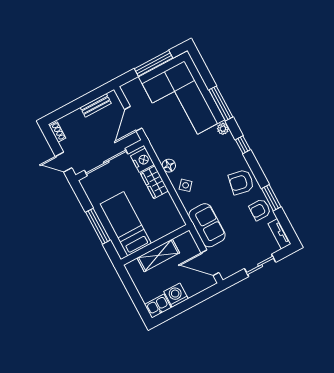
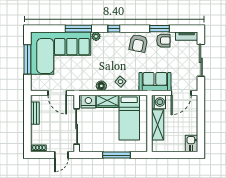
armchair: (260, 210) -> (163, 41), turned -90
bed: (126, 224) -> (129, 118), moved, turned -90
sliding door: (260, 265) -> (201, 60), width x1.37
washing machine: (176, 295) -> (158, 102), moved, turned 180

